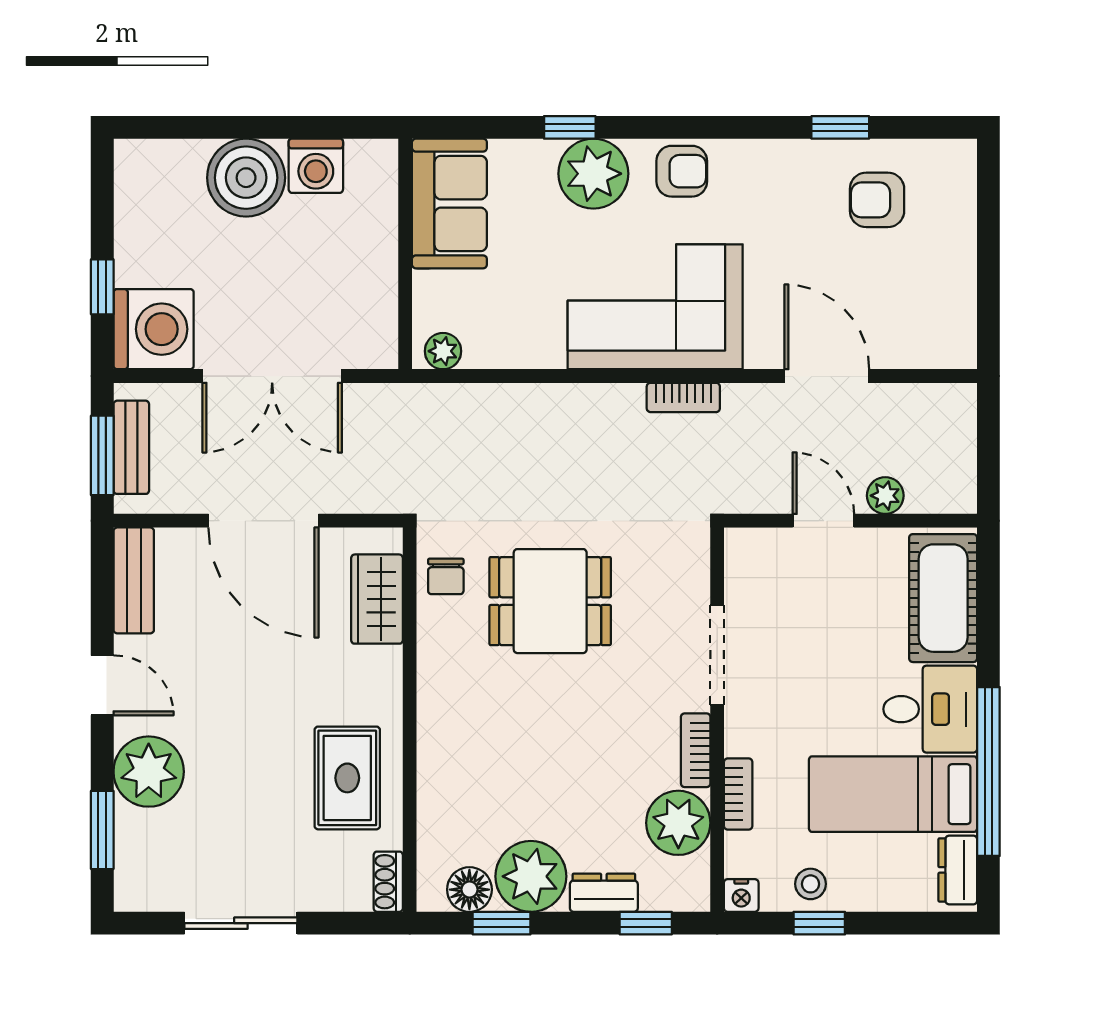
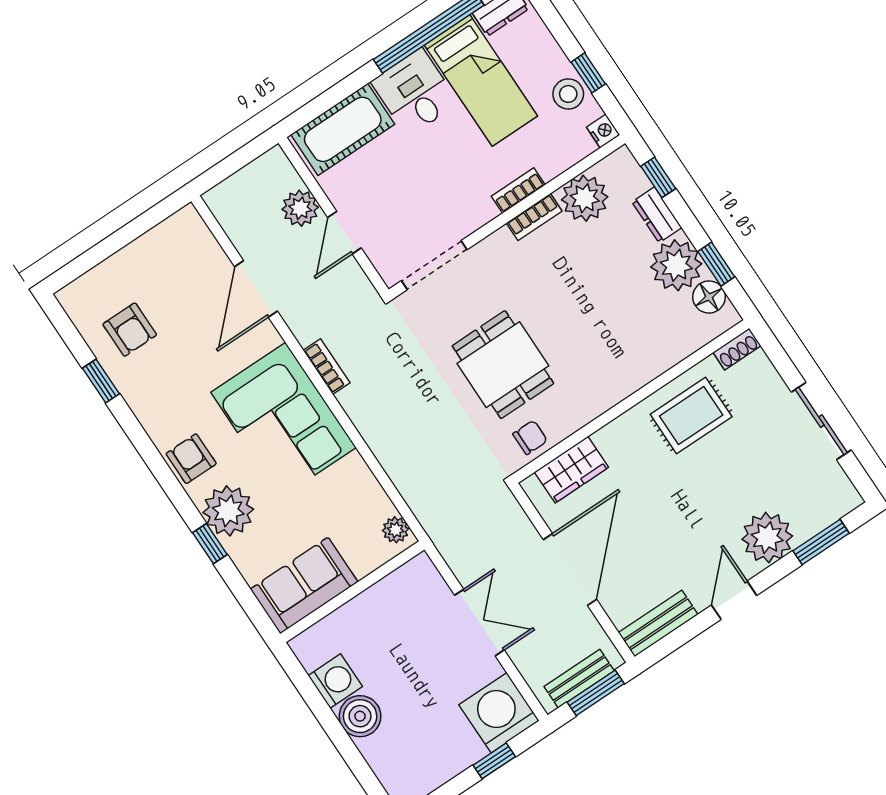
boiler: (246, 178) -> (360, 716), width x0.73, depth x0.73
double door: (272, 376) -> (479, 623), width x0.73
plant: (885, 496) -> (300, 208), width x1.38, depth x1.38
doorway: (717, 655) -> (434, 265), moved
bookcase: (738, 794) -> (518, 191), moved
stool: (811, 884) -> (568, 94), width x1.37, depth x1.37

